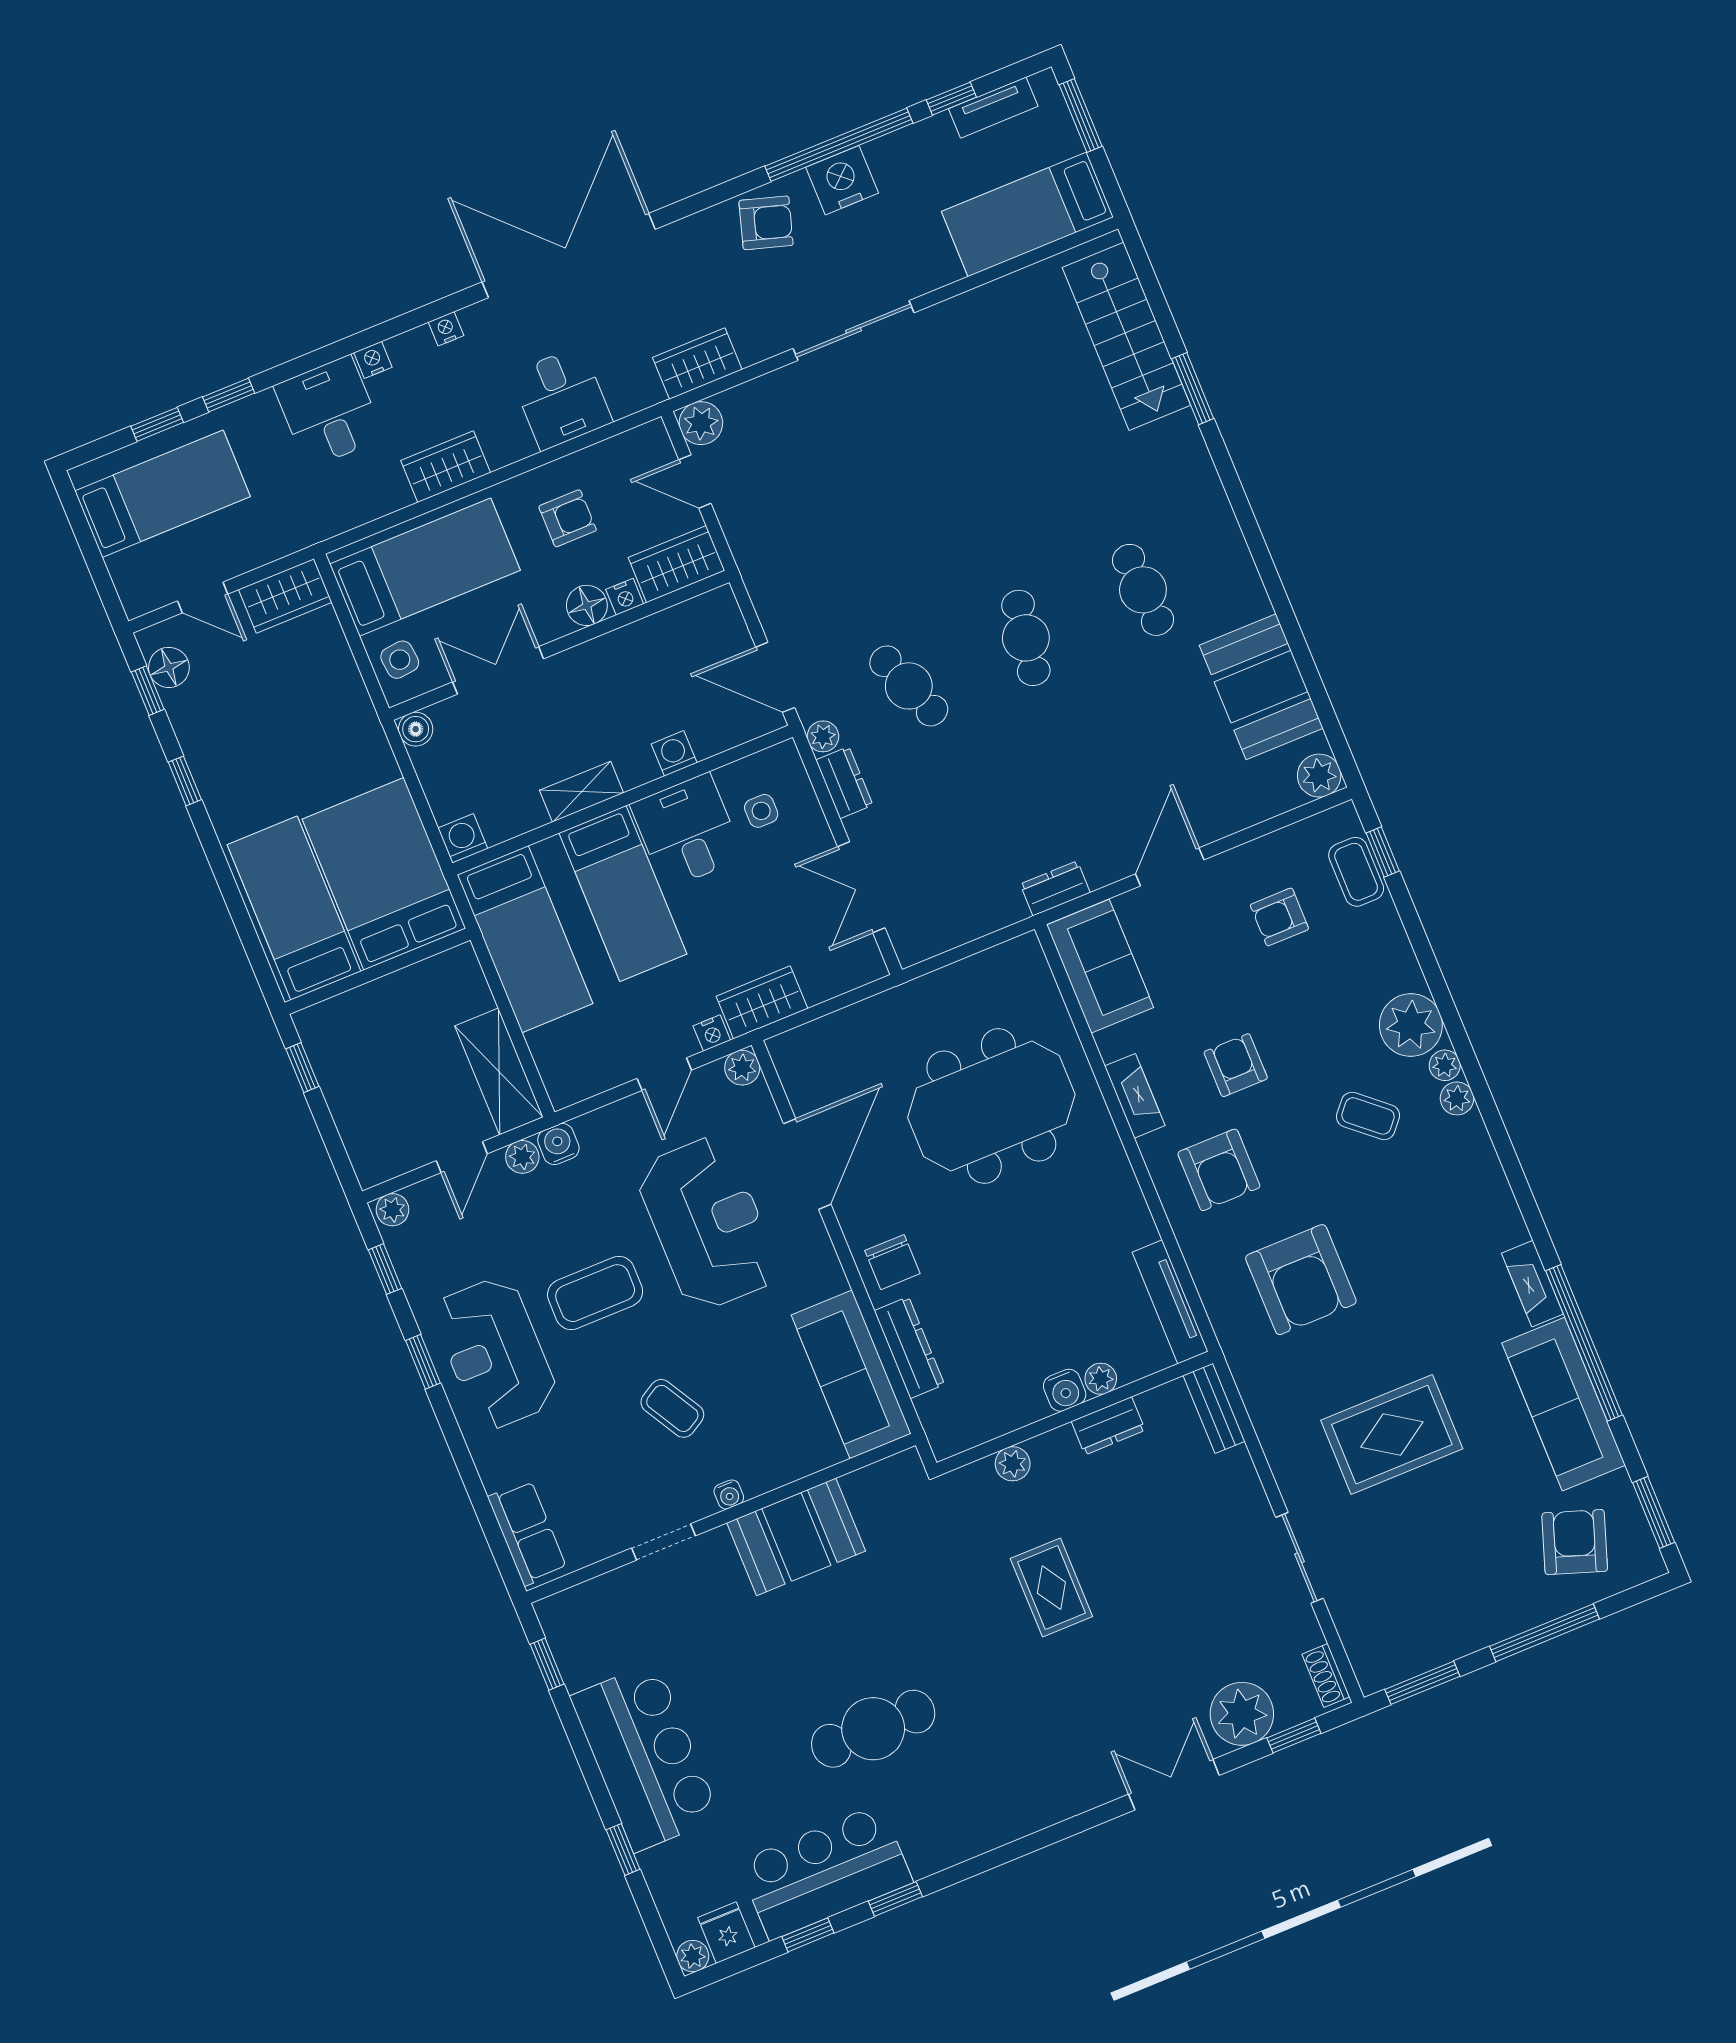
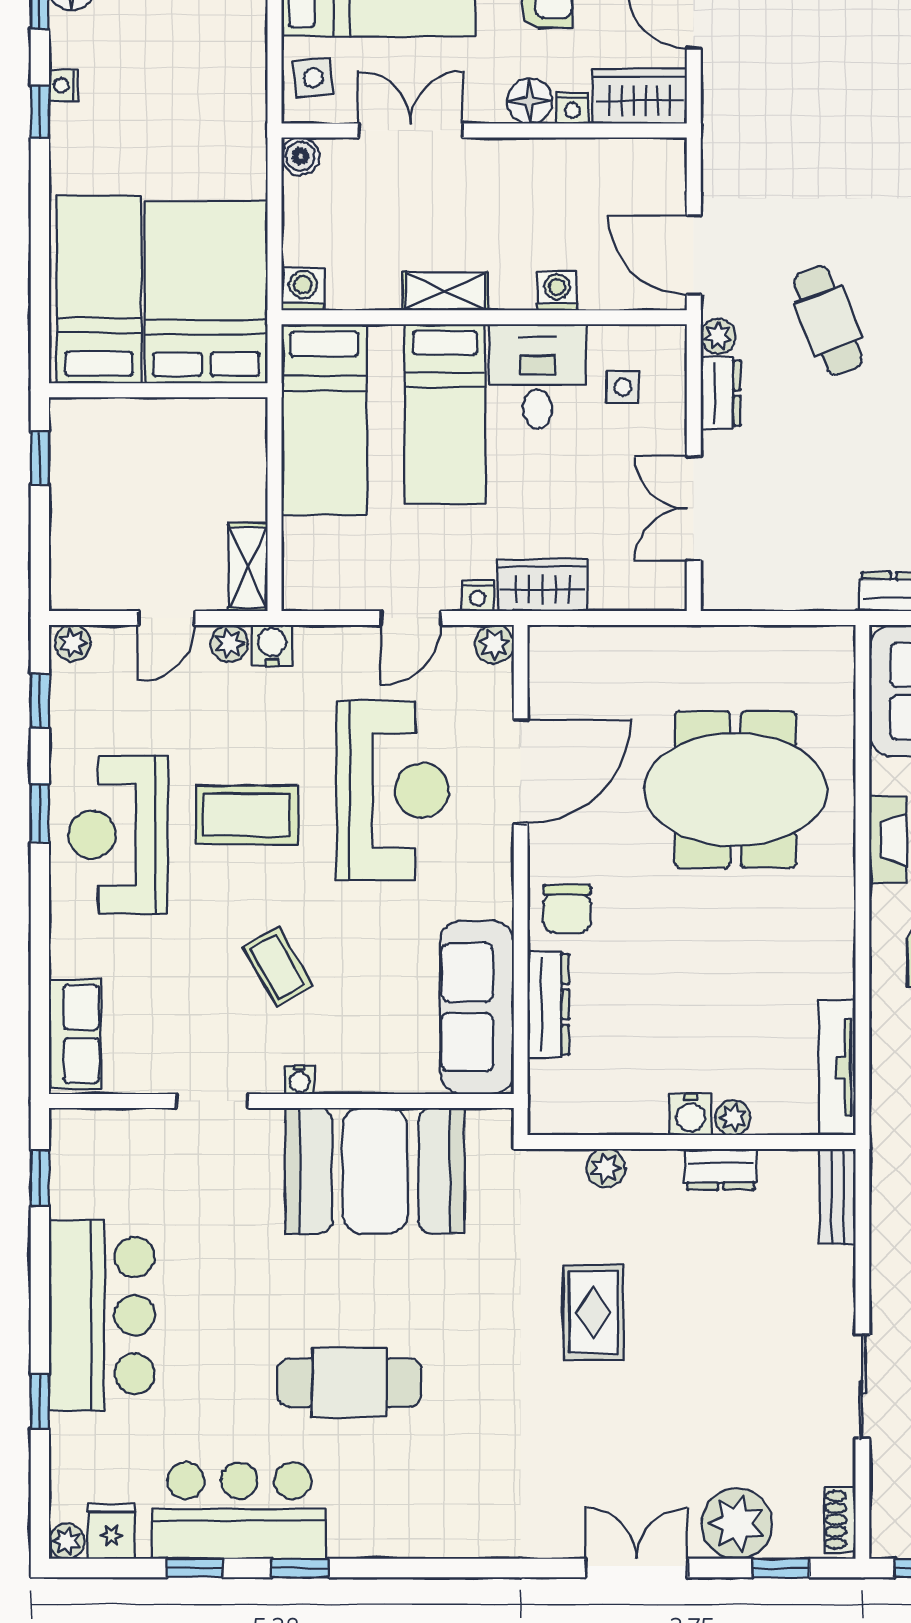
nightstand: (195, 751) -> (64, 85), added
shelving: (499, 1071) -> (248, 567), width x0.67, depth x0.75
booth: (796, 1537) -> (375, 1171), width x1.36, depth x1.42

